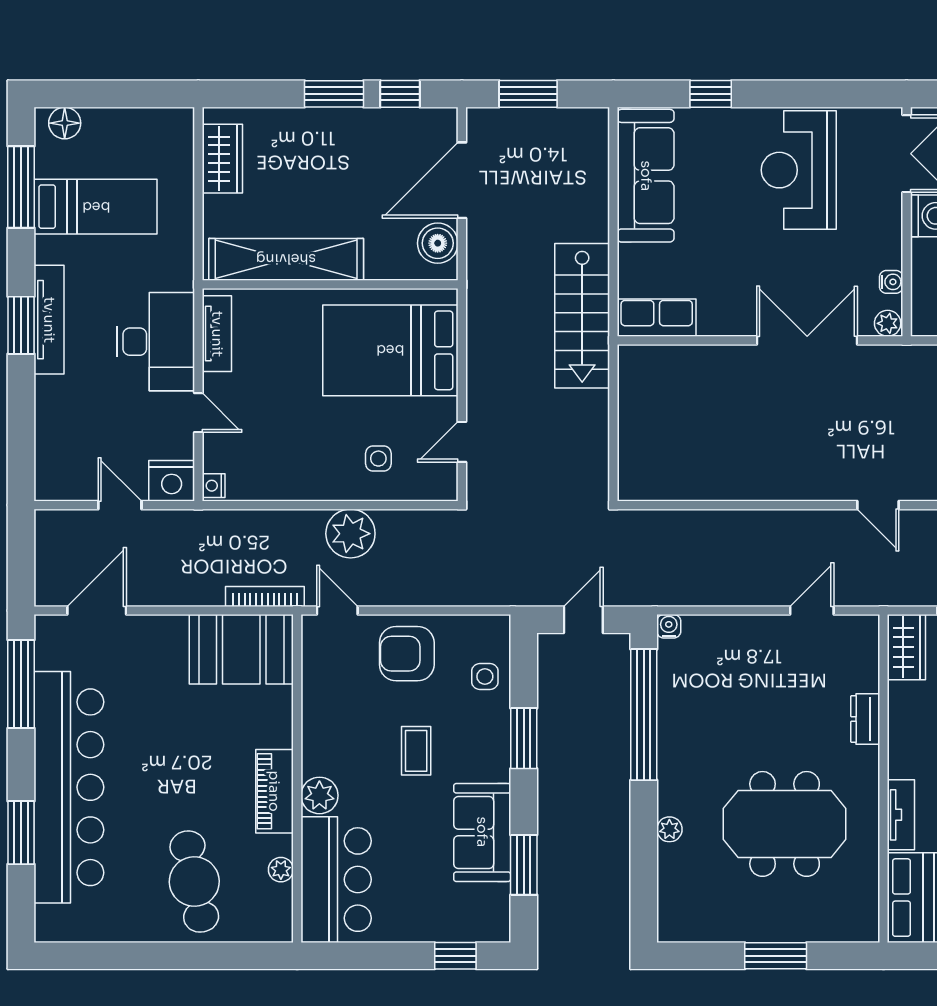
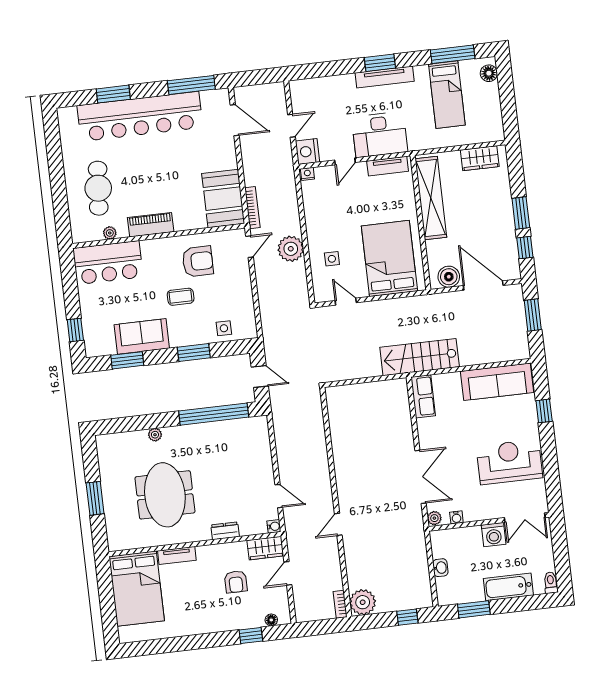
water cooler: (669, 626) -> (274, 526), moved
armchair: (407, 654) -> (198, 261), moved, turned 90
plant: (319, 795) -> (151, 249), removed
cafe table: (194, 882) -> (98, 188), turned -74

